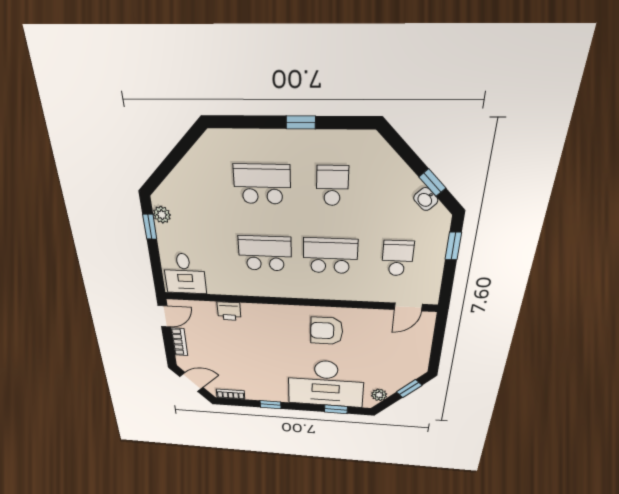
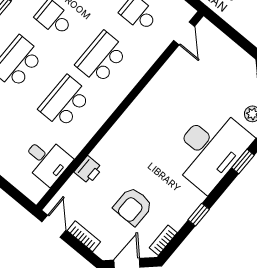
desk: (185, 274) -> (47, 161), moved
armchair: (327, 331) -> (133, 206), moved

